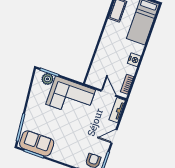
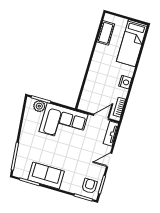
door: (108, 93) -> (101, 117), hinge flipped
sofa: (37, 143) -> (46, 176), moved

